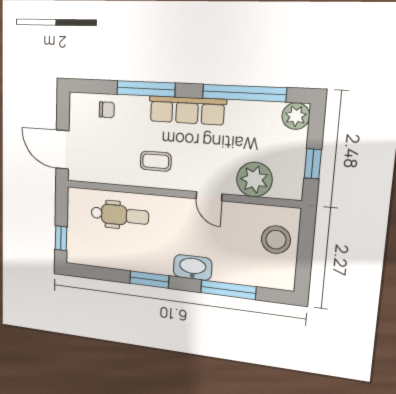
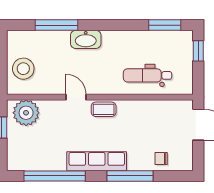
plant: (296, 116) -> (16, 161), removed
coffee table: (156, 161) -> (104, 109), moved
plant: (254, 180) -> (26, 113), moved
window: (149, 280) -> (165, 25), moved

